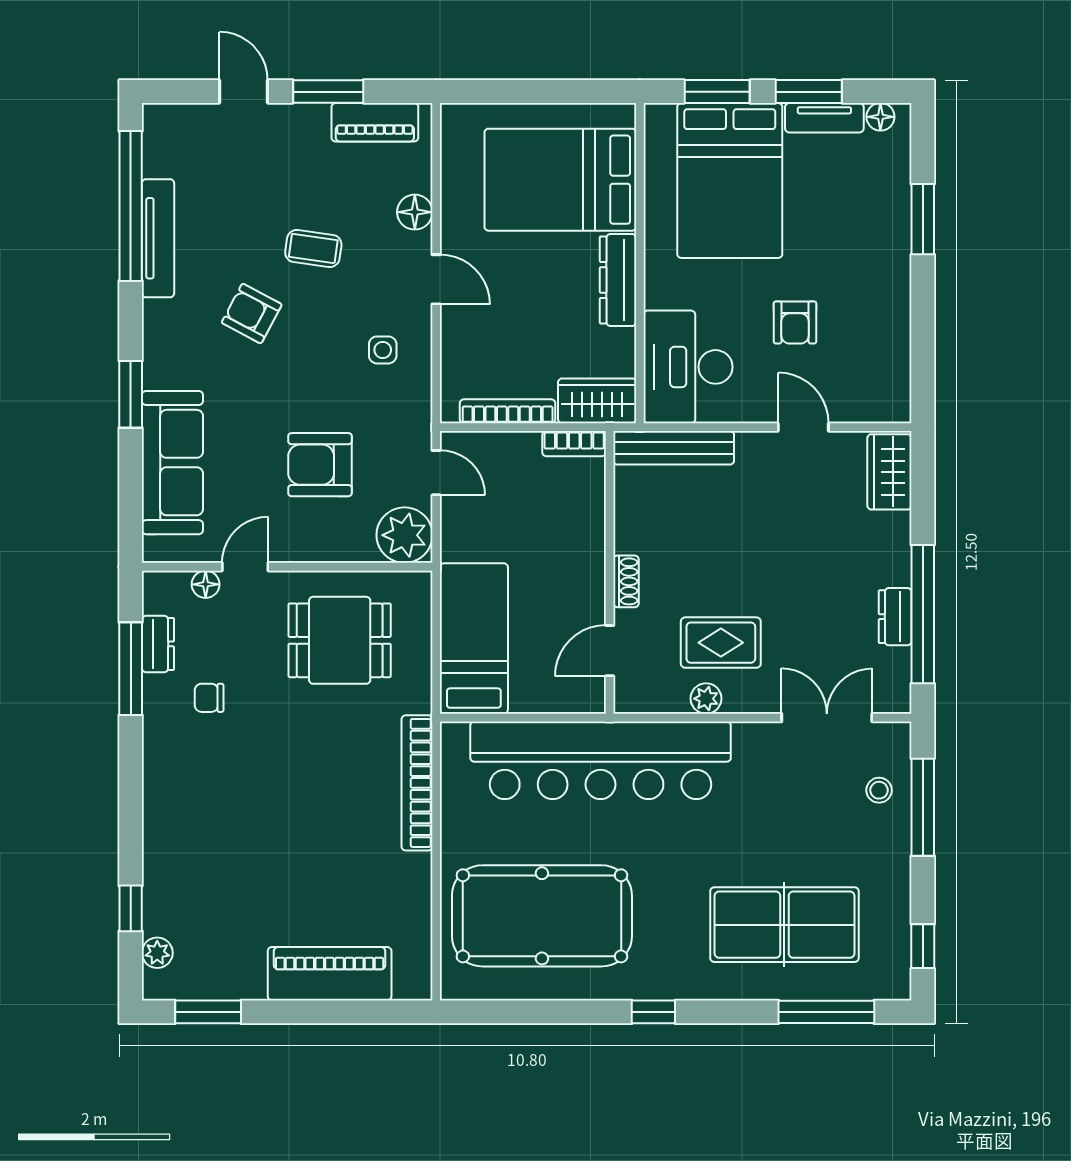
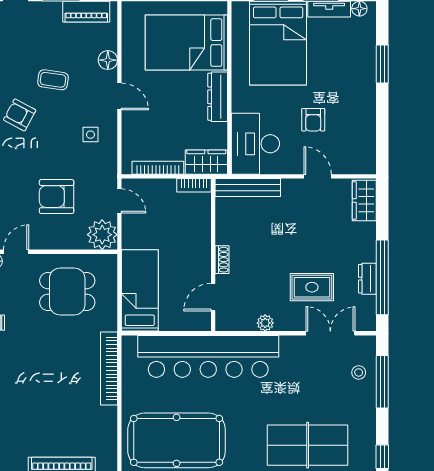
rug: (721, 643) -> (312, 287), moved

